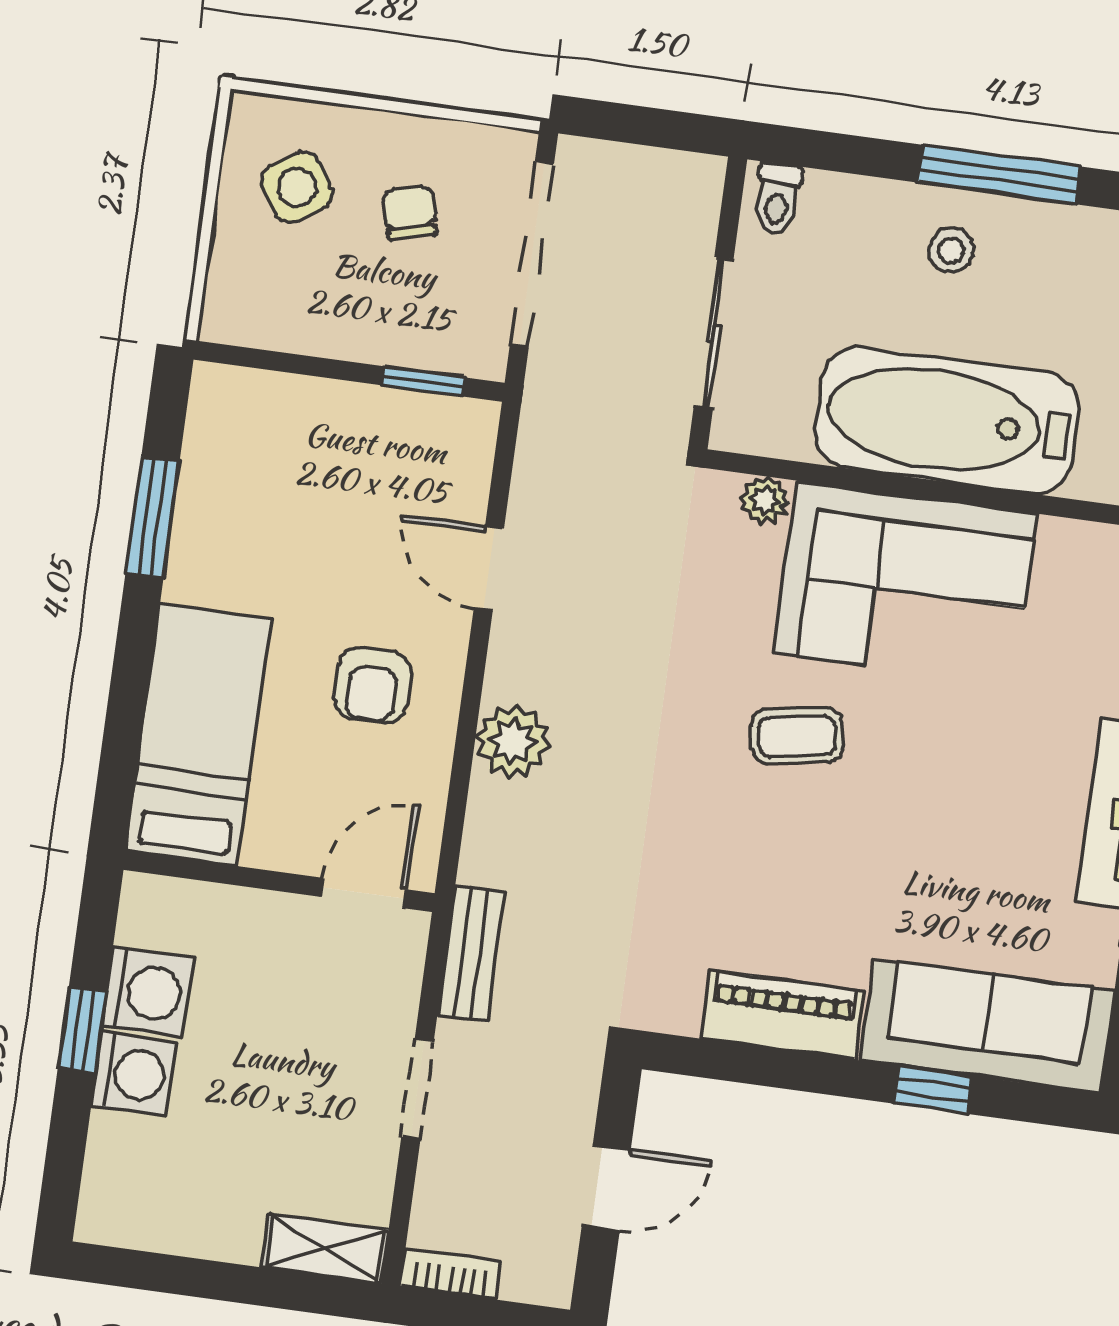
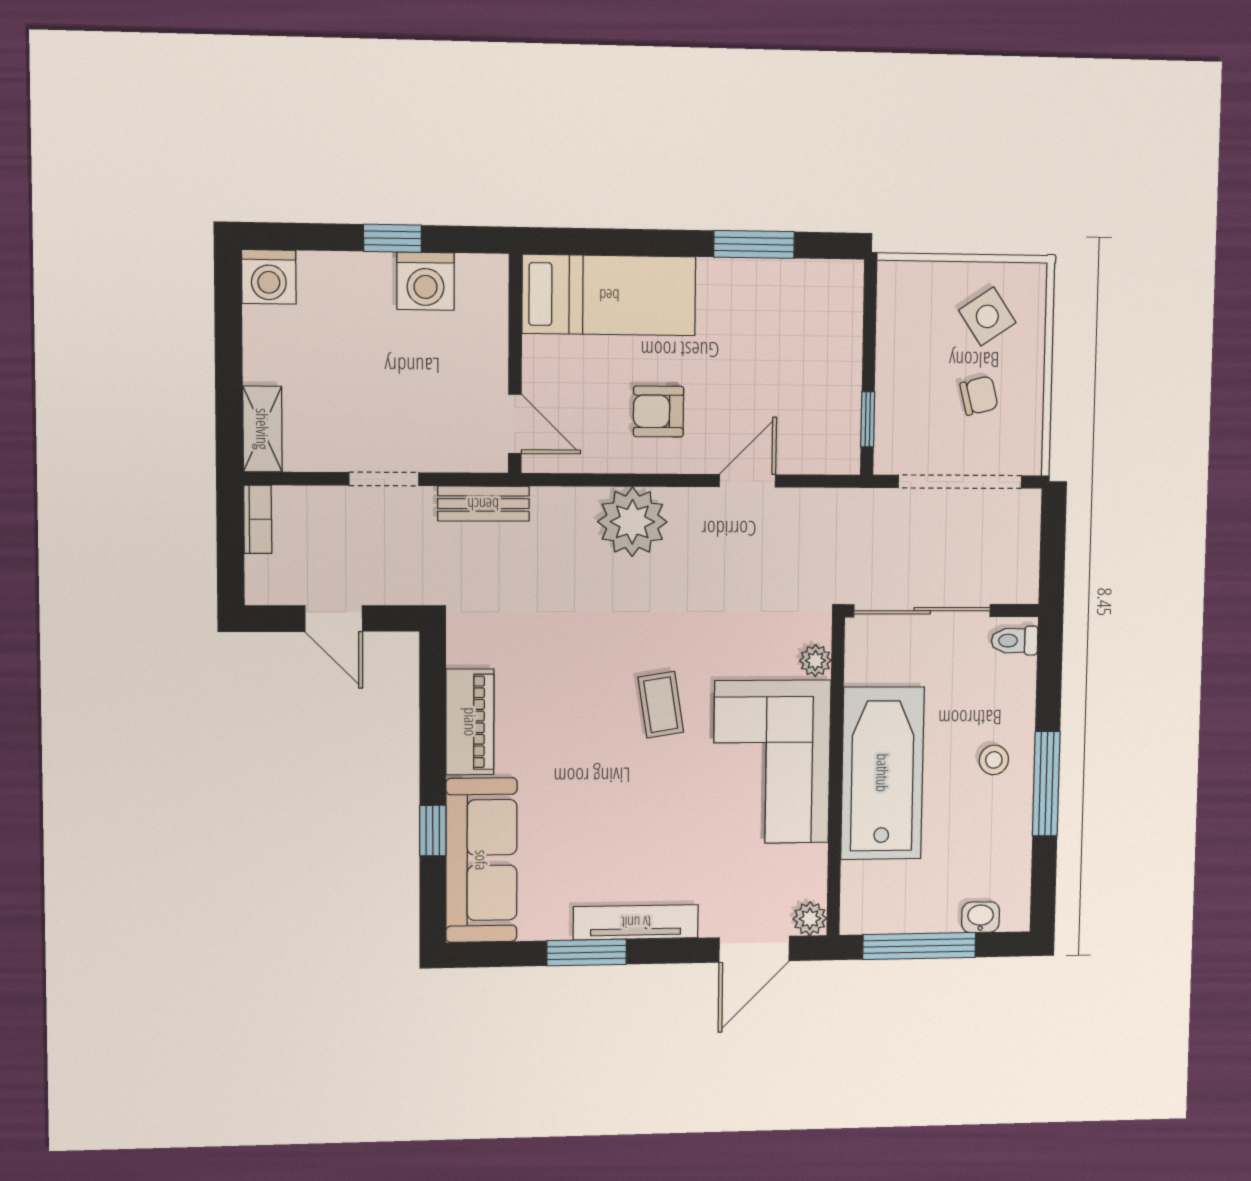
sliding door: (714, 333) -> (922, 611), width x1.37
plant: (512, 741) -> (632, 522), width x1.36, depth x1.36
washing machine: (133, 1074) -> (269, 277), moved

